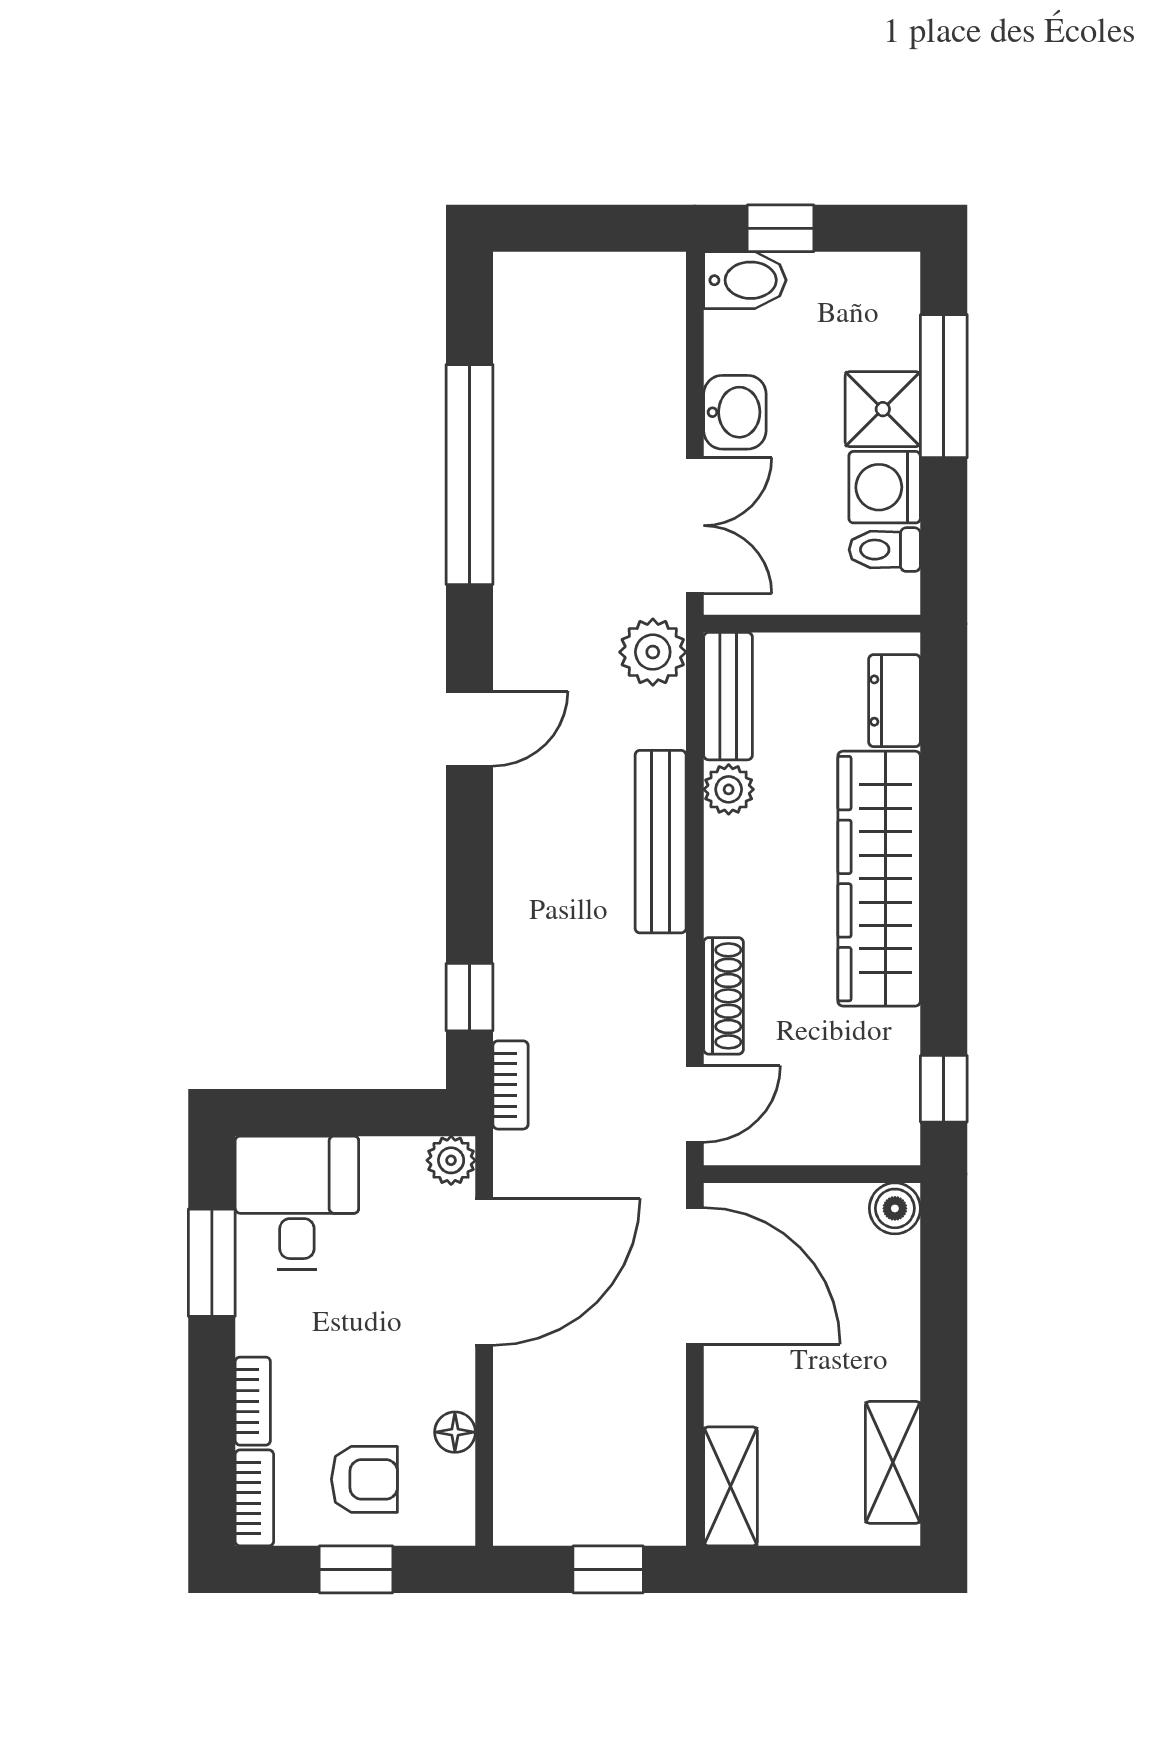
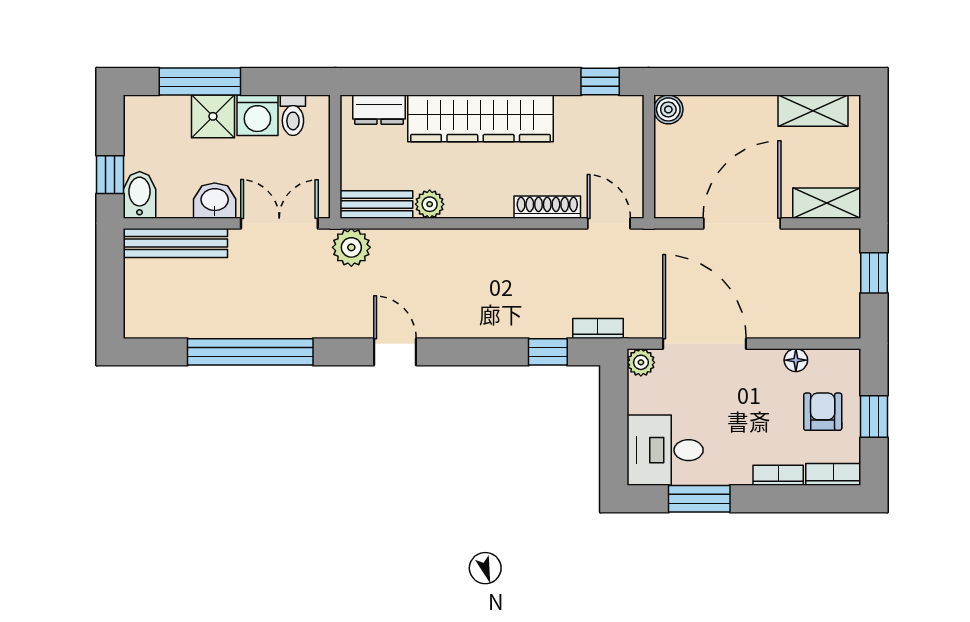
bench: (661, 842) -> (175, 243), moved
door: (695, 1276) -> (742, 223), moved

